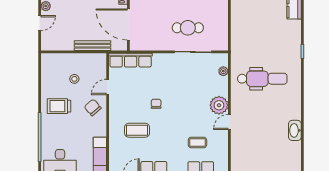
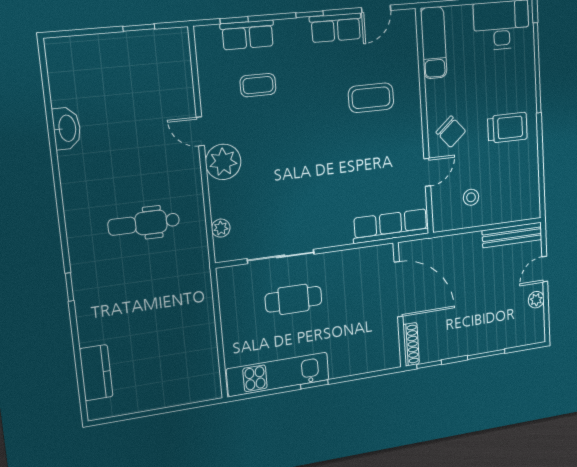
bench: (93, 46) -> (512, 235), moved
stool: (74, 79) -> (471, 197), moved
dental chair: (262, 79) -> (144, 223), width x0.73, depth x0.72
chair: (156, 104) -> (340, 151), removed
door: (229, 122) -> (200, 131), swing flipped

